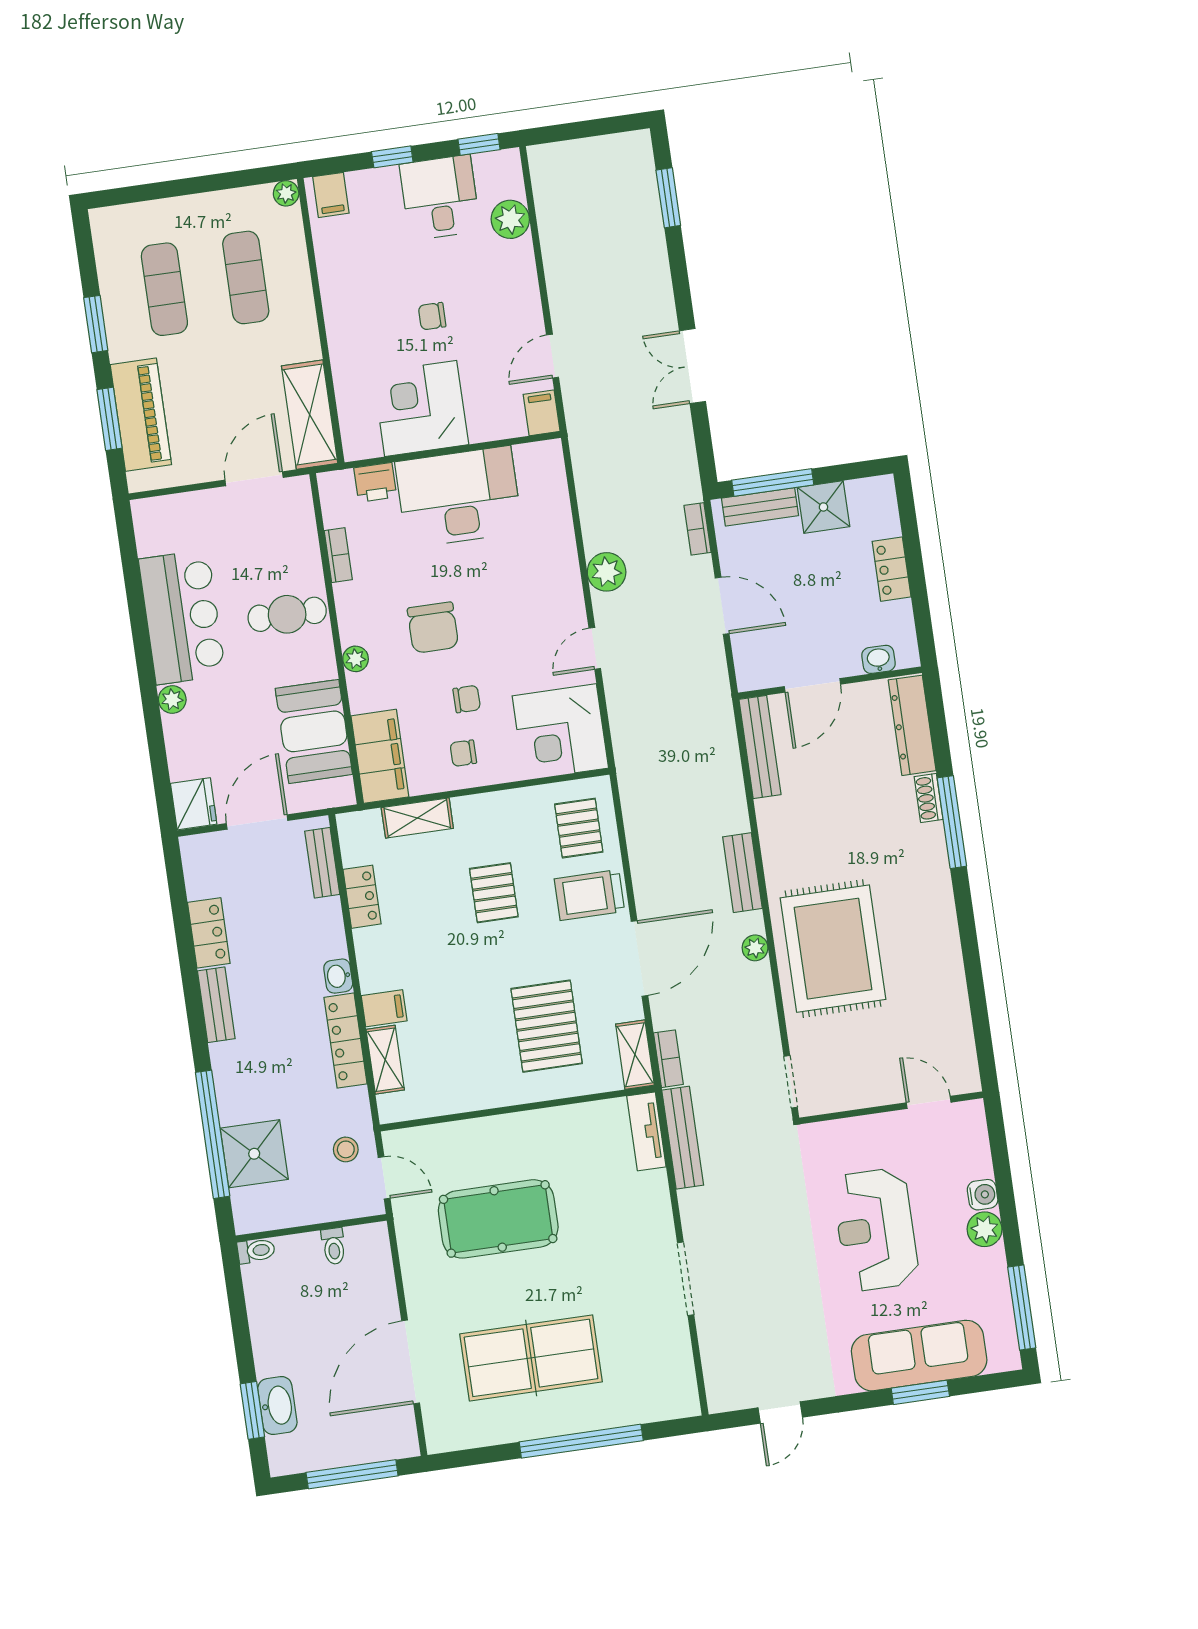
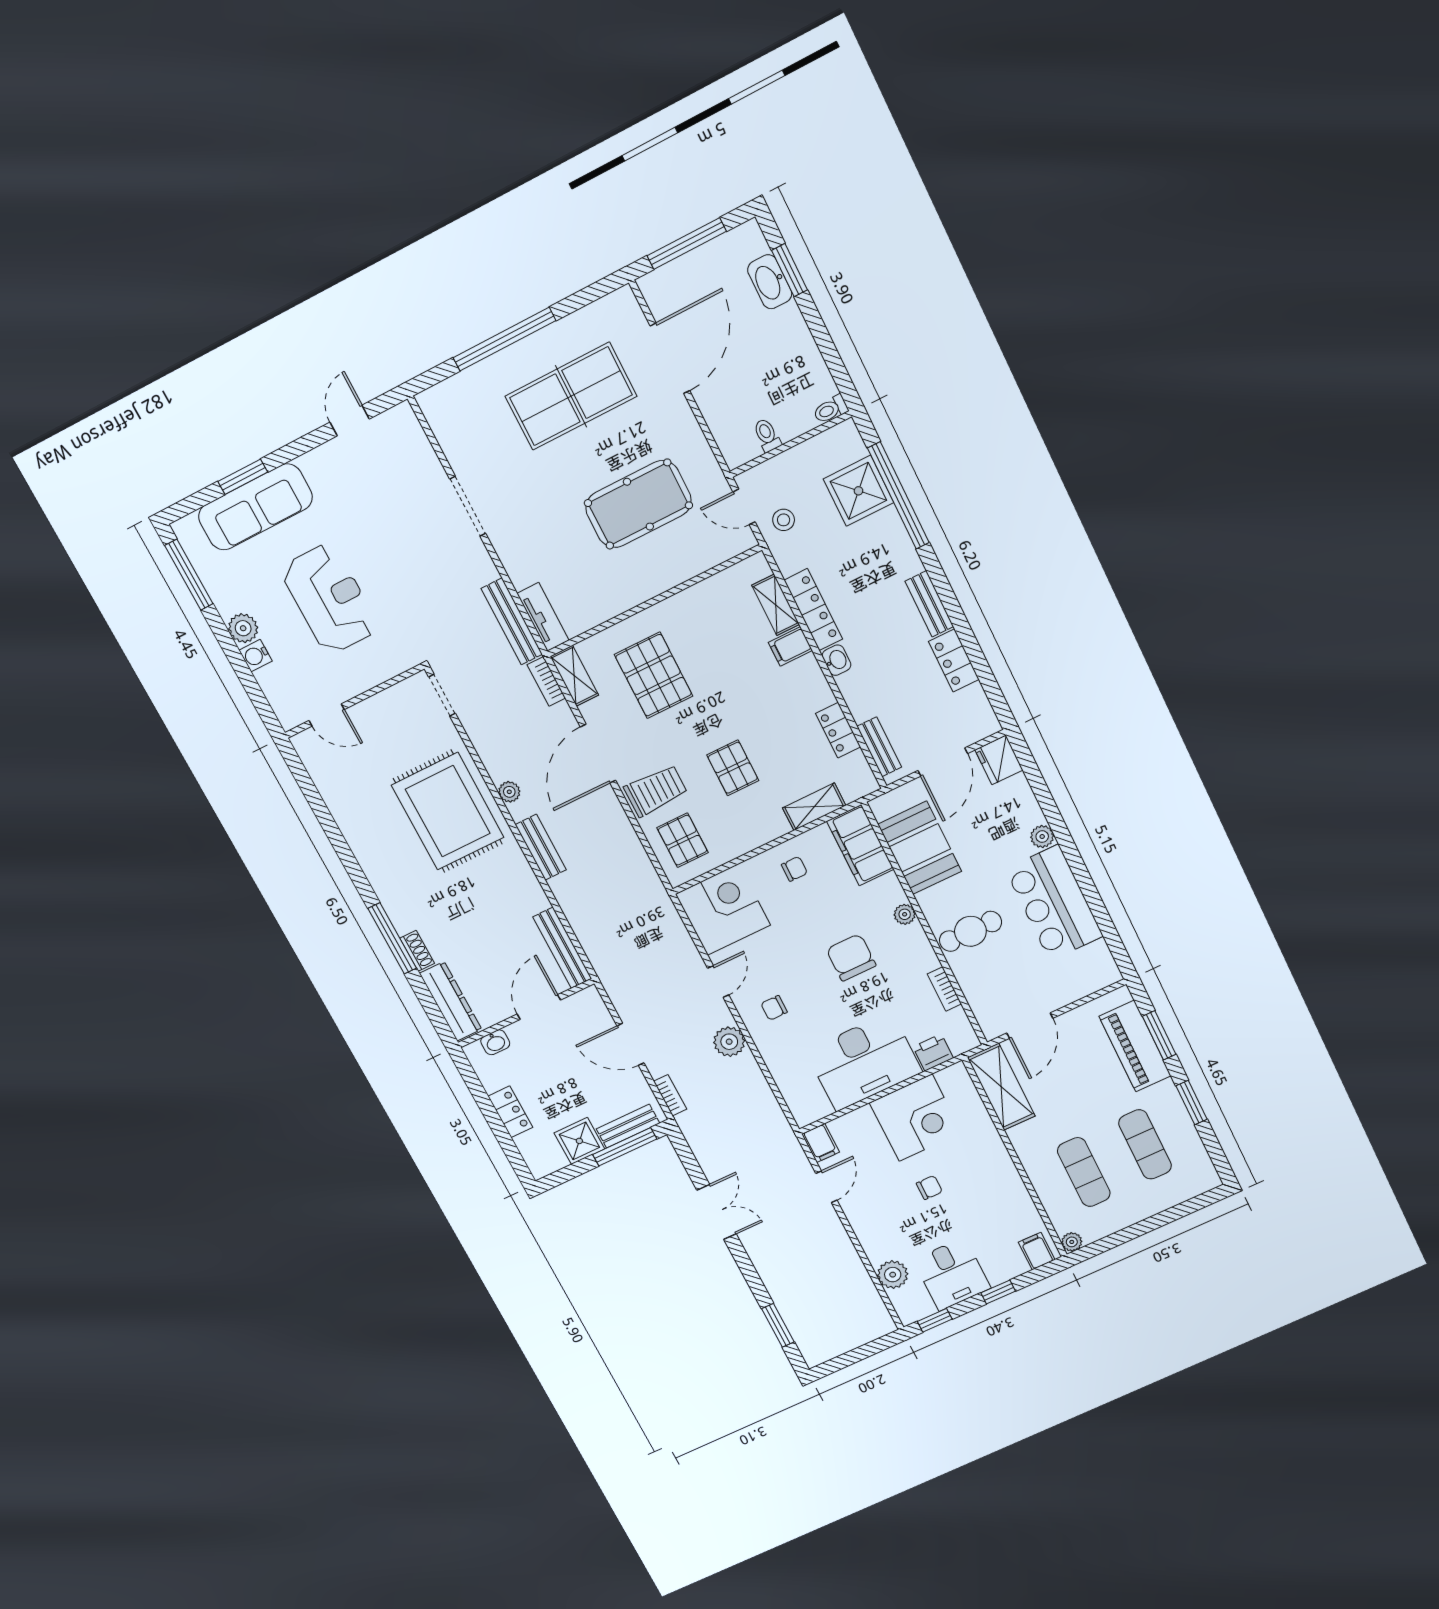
chair: (467, 699) -> (774, 1008), moved

